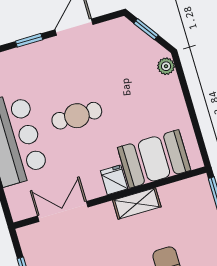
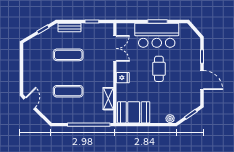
booth: (154, 159) -> (134, 112), moved, turned 90
shelving: (137, 203) -> (108, 99), moved

